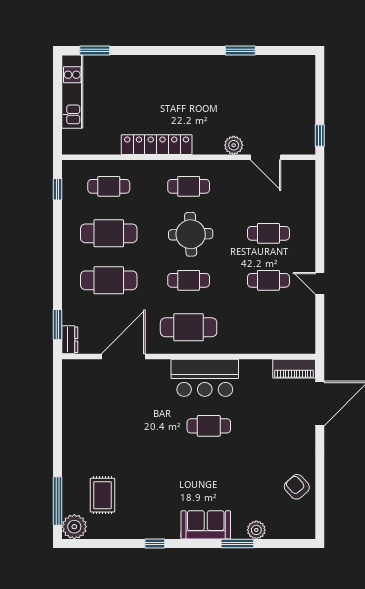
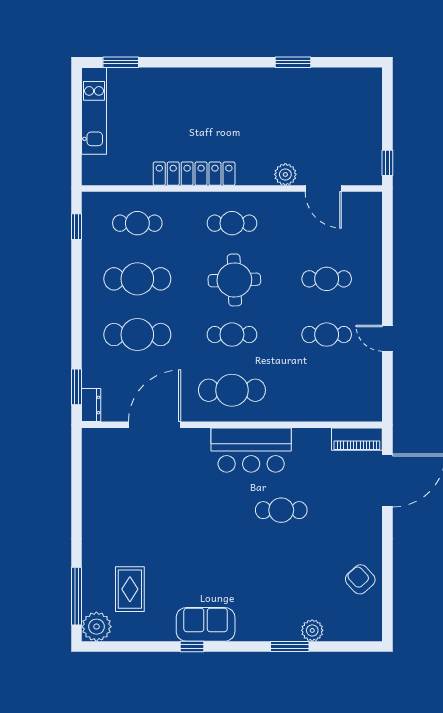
cafe table: (209, 426) -> (281, 510), moved
sofa: (206, 525) -> (206, 624), moved

